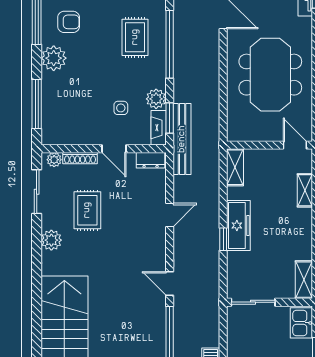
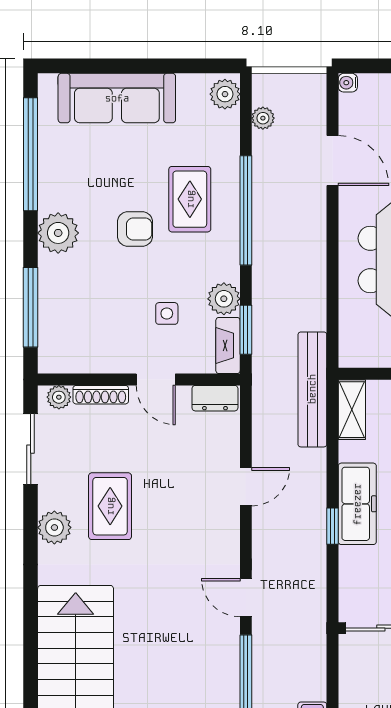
armchair: (69, 22) -> (135, 229), moved
bench: (182, 139) -> (312, 389), moved
rug: (87, 210) -> (110, 506), moved

